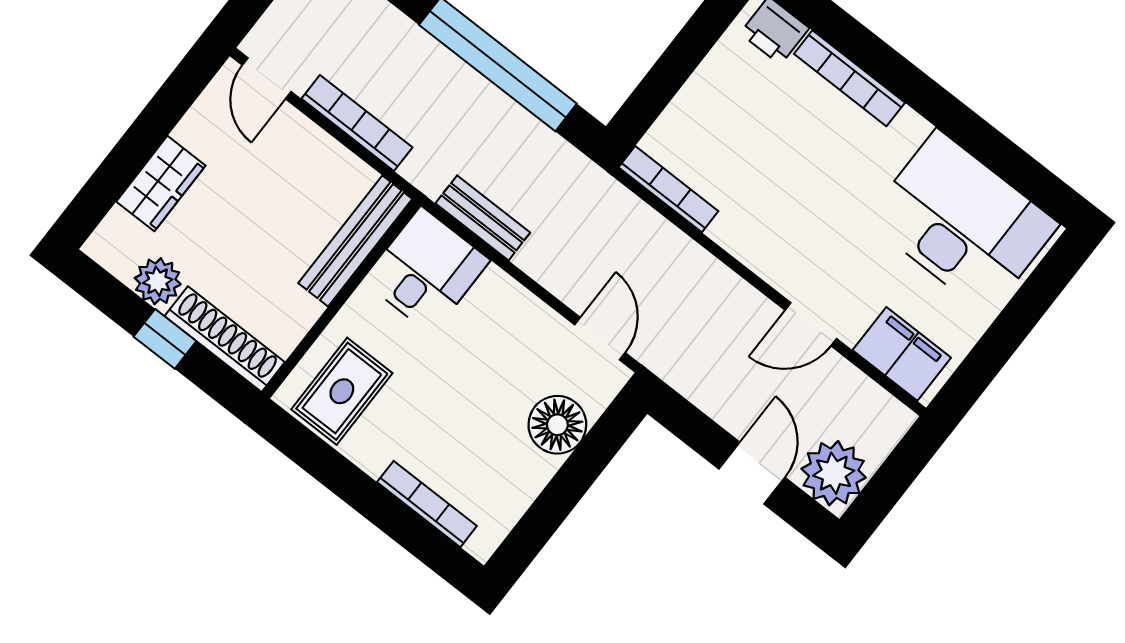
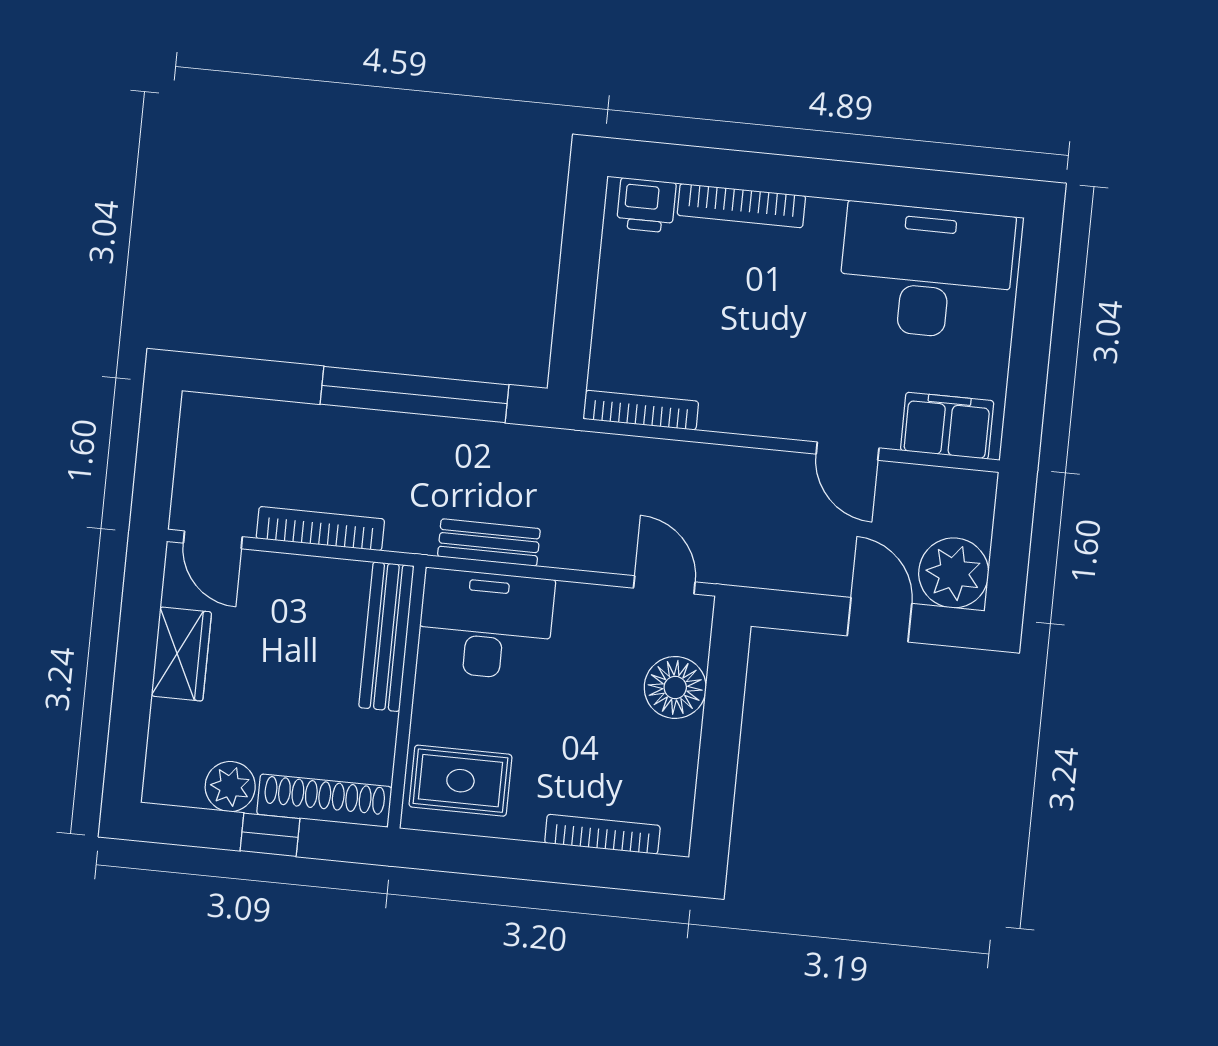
wardrobe: (161, 184) -> (181, 654), moved
desk: (426, 271) -> (486, 625), width x1.37
door: (811, 324) -> (848, 451), hinge flipped
rug: (342, 391) -> (460, 781), turned 90

